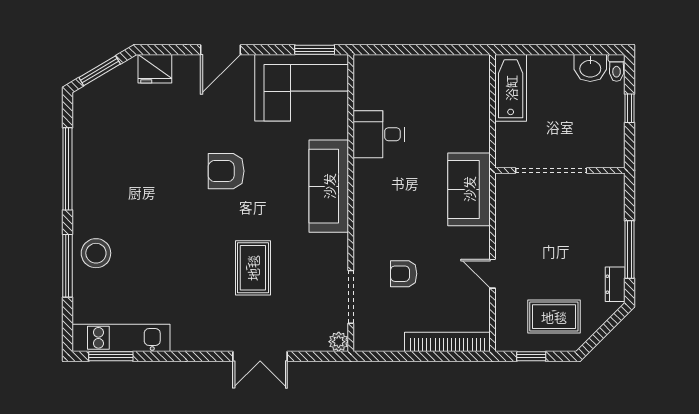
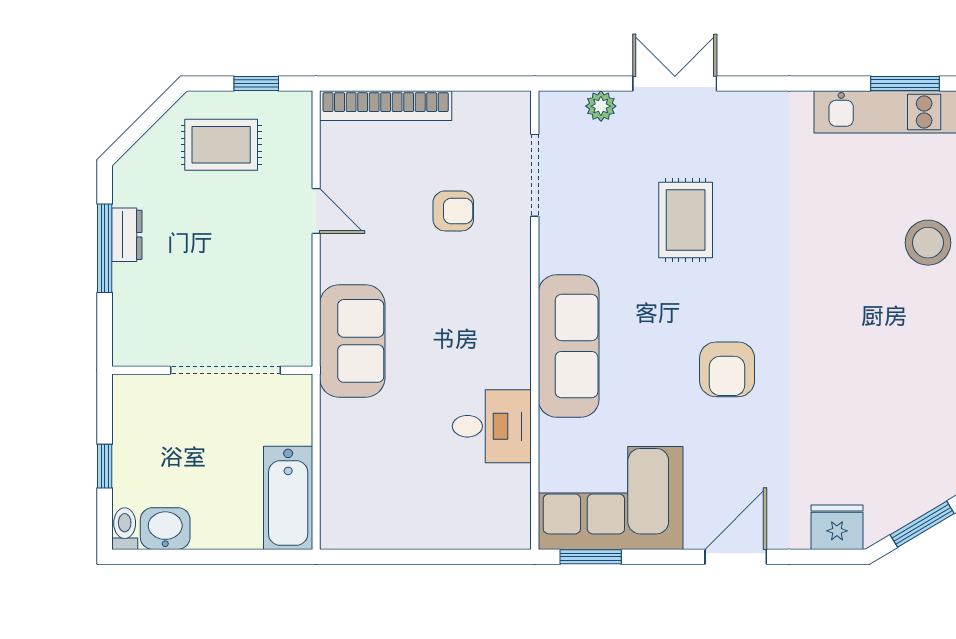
armchair: (226, 171) -> (727, 369), turned 90
dresser: (615, 284) -> (127, 235), moved
plant: (339, 342) -> (601, 106), moved

